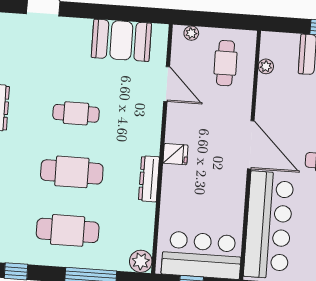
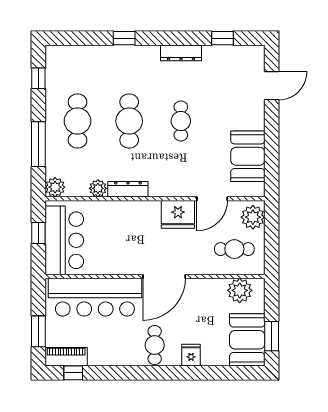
plant: (191, 33) -> (253, 217), width x1.88, depth x1.88
plant: (266, 66) -> (240, 290), width x1.87, depth x1.87
fridge: (175, 154) -> (178, 214), moved, width x1.88, depth x1.34
plant: (146, 213) -> (98, 188), added

